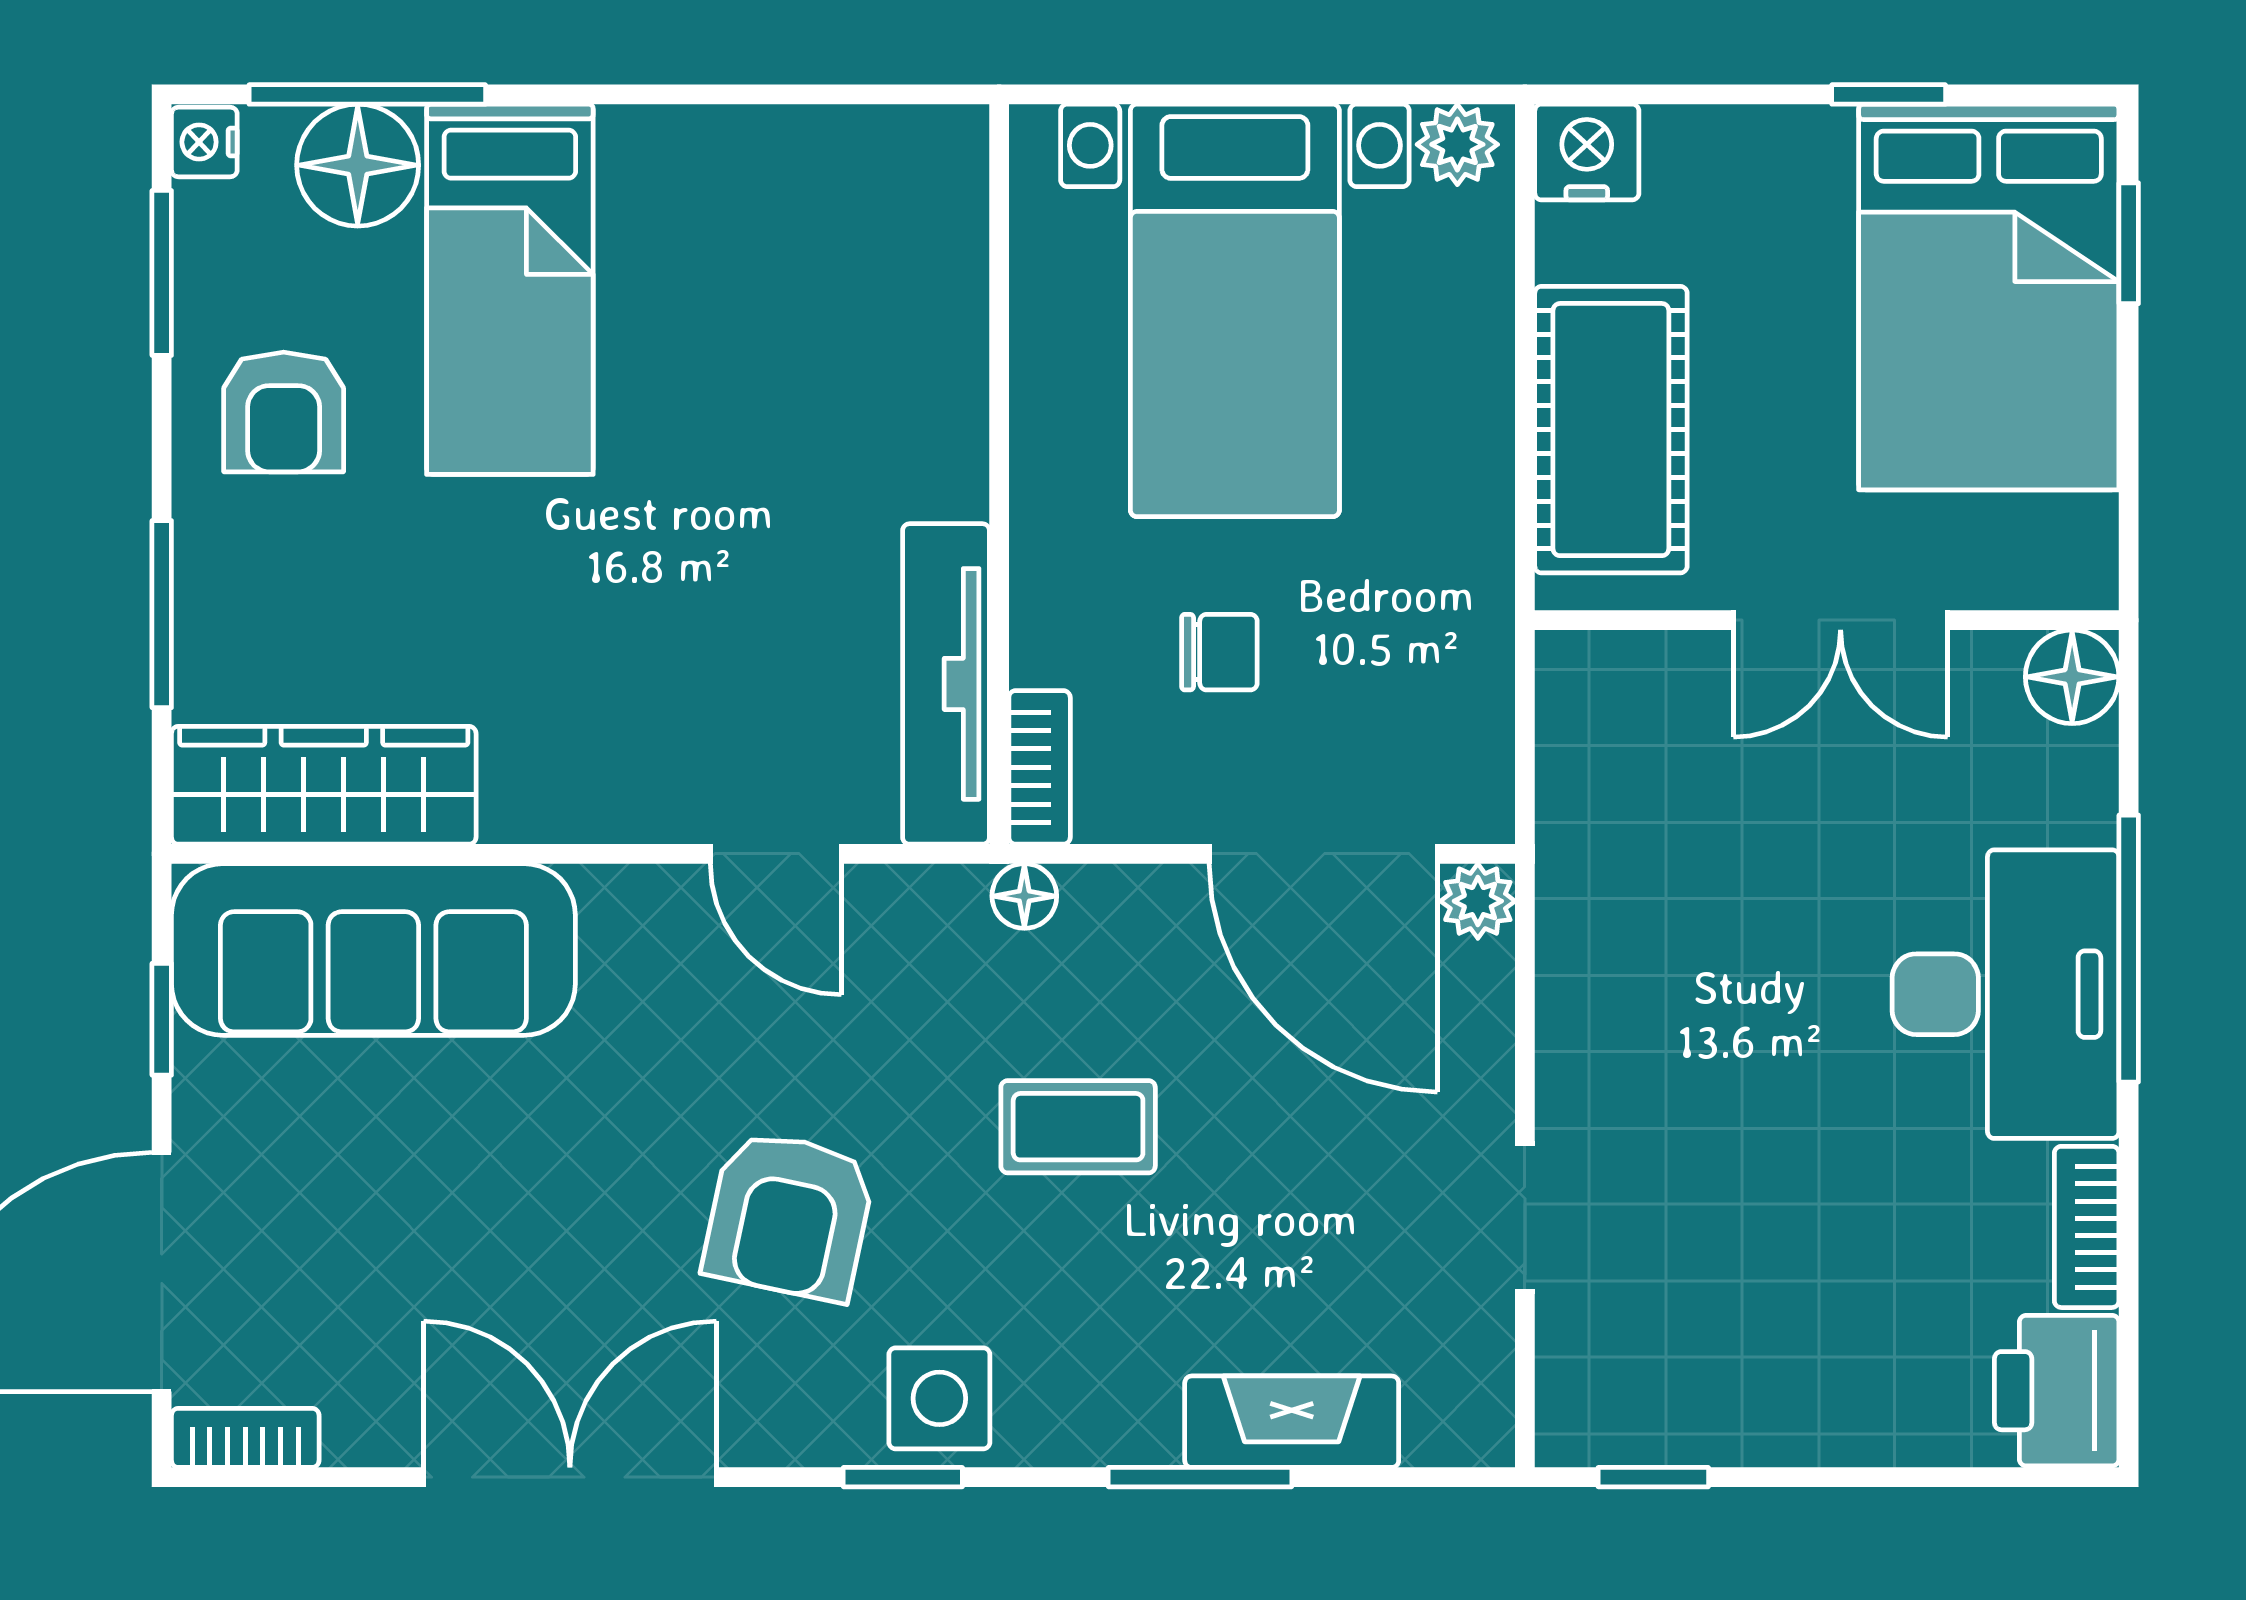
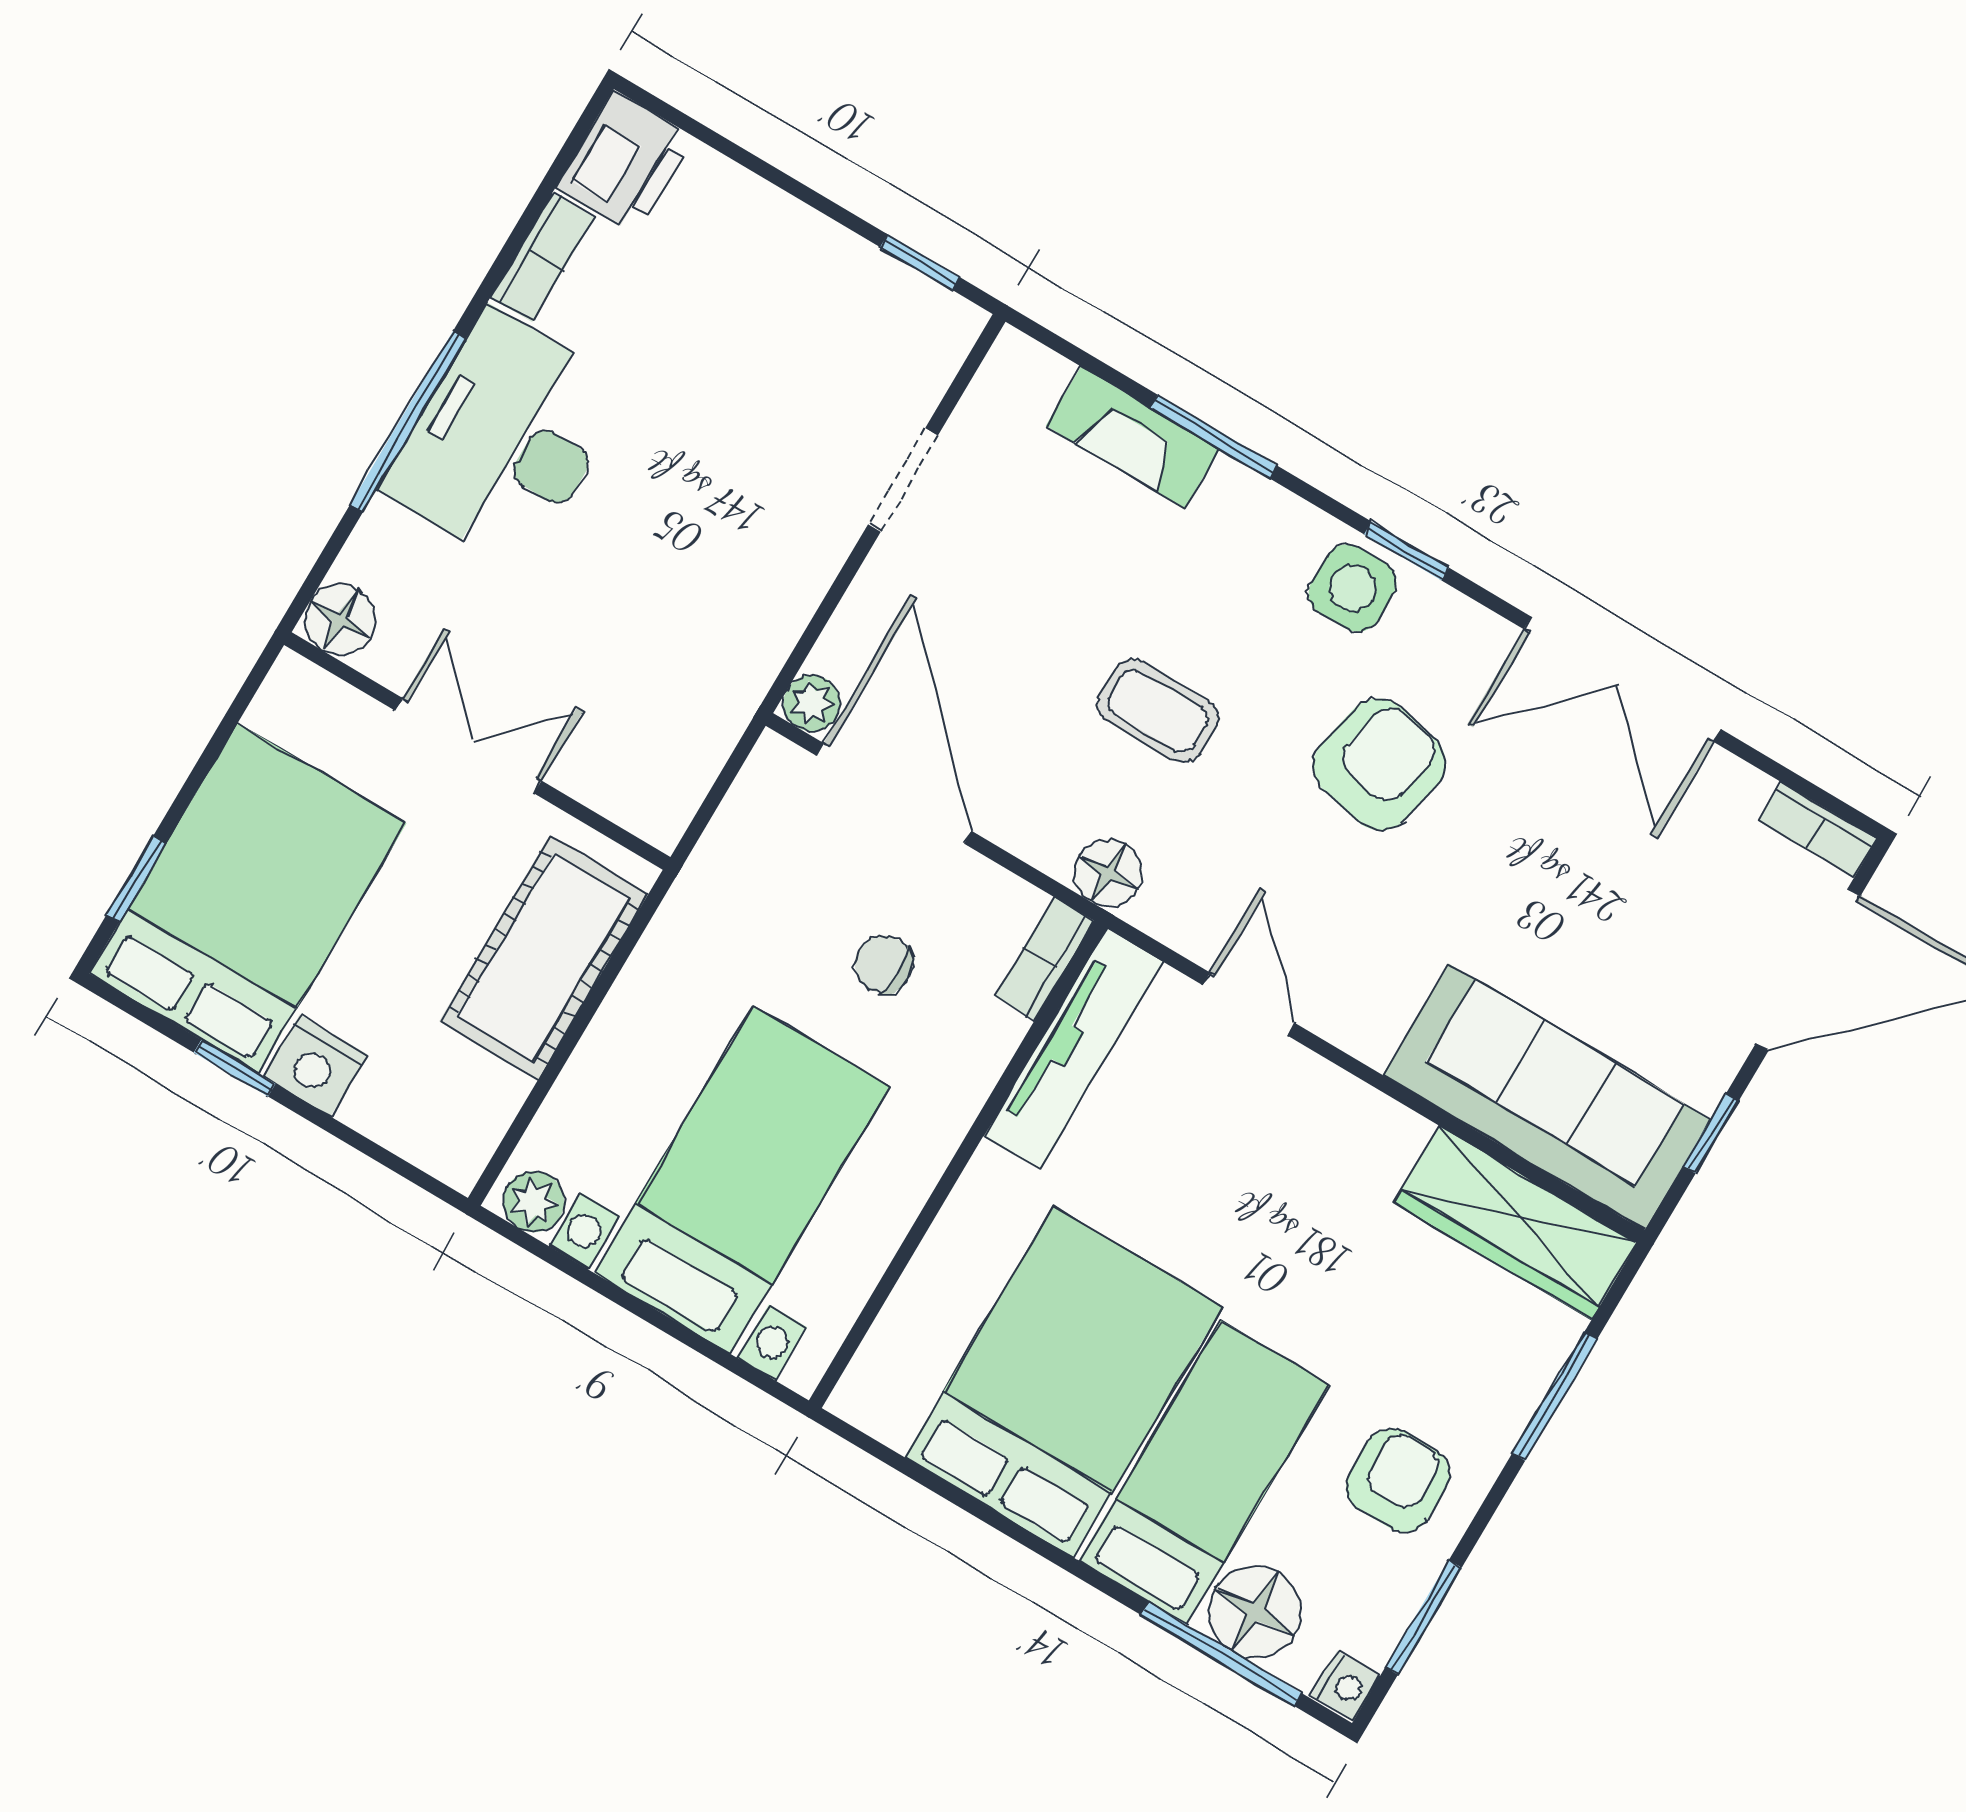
nightstand: (1587, 152) -> (315, 1065), moved
bed: (731, 297) -> (1063, 1382), added
floor lamp: (1024, 896) -> (1109, 873), width x1.37, depth x1.37

